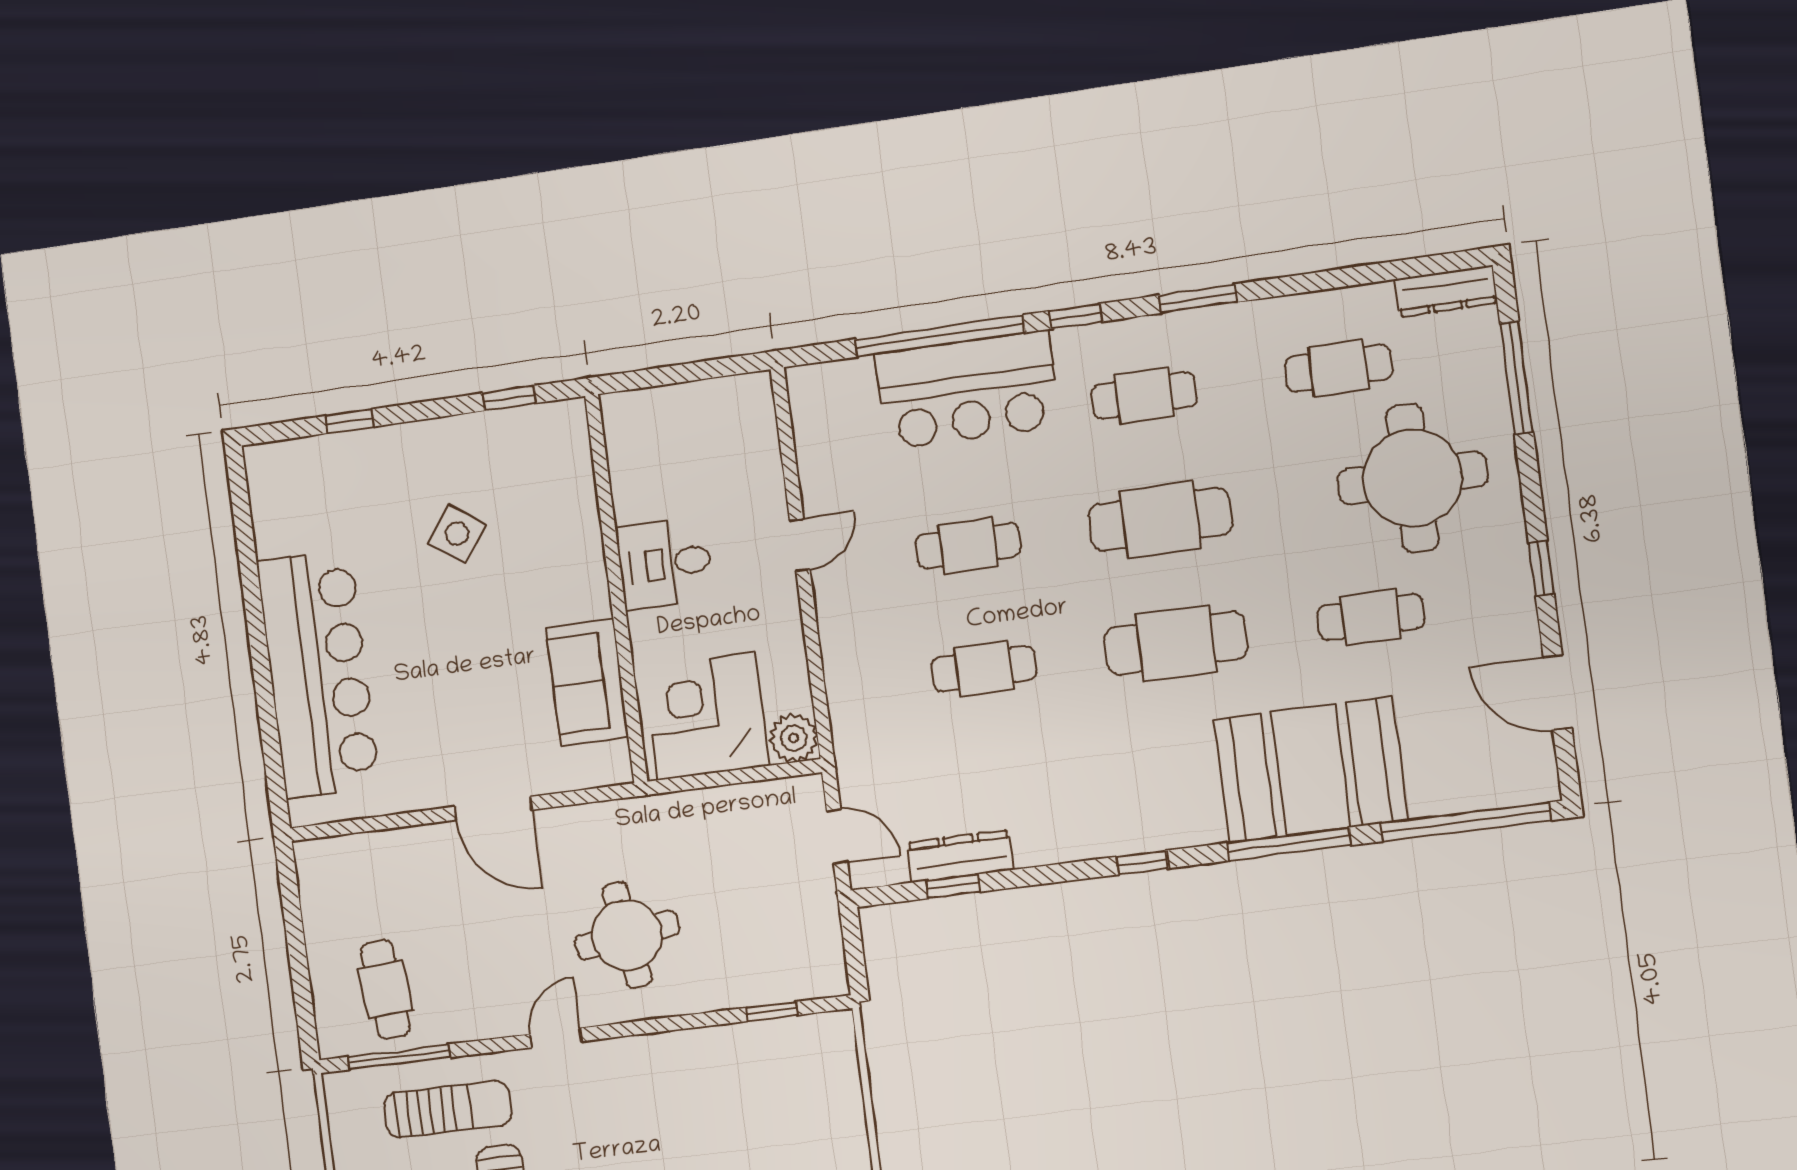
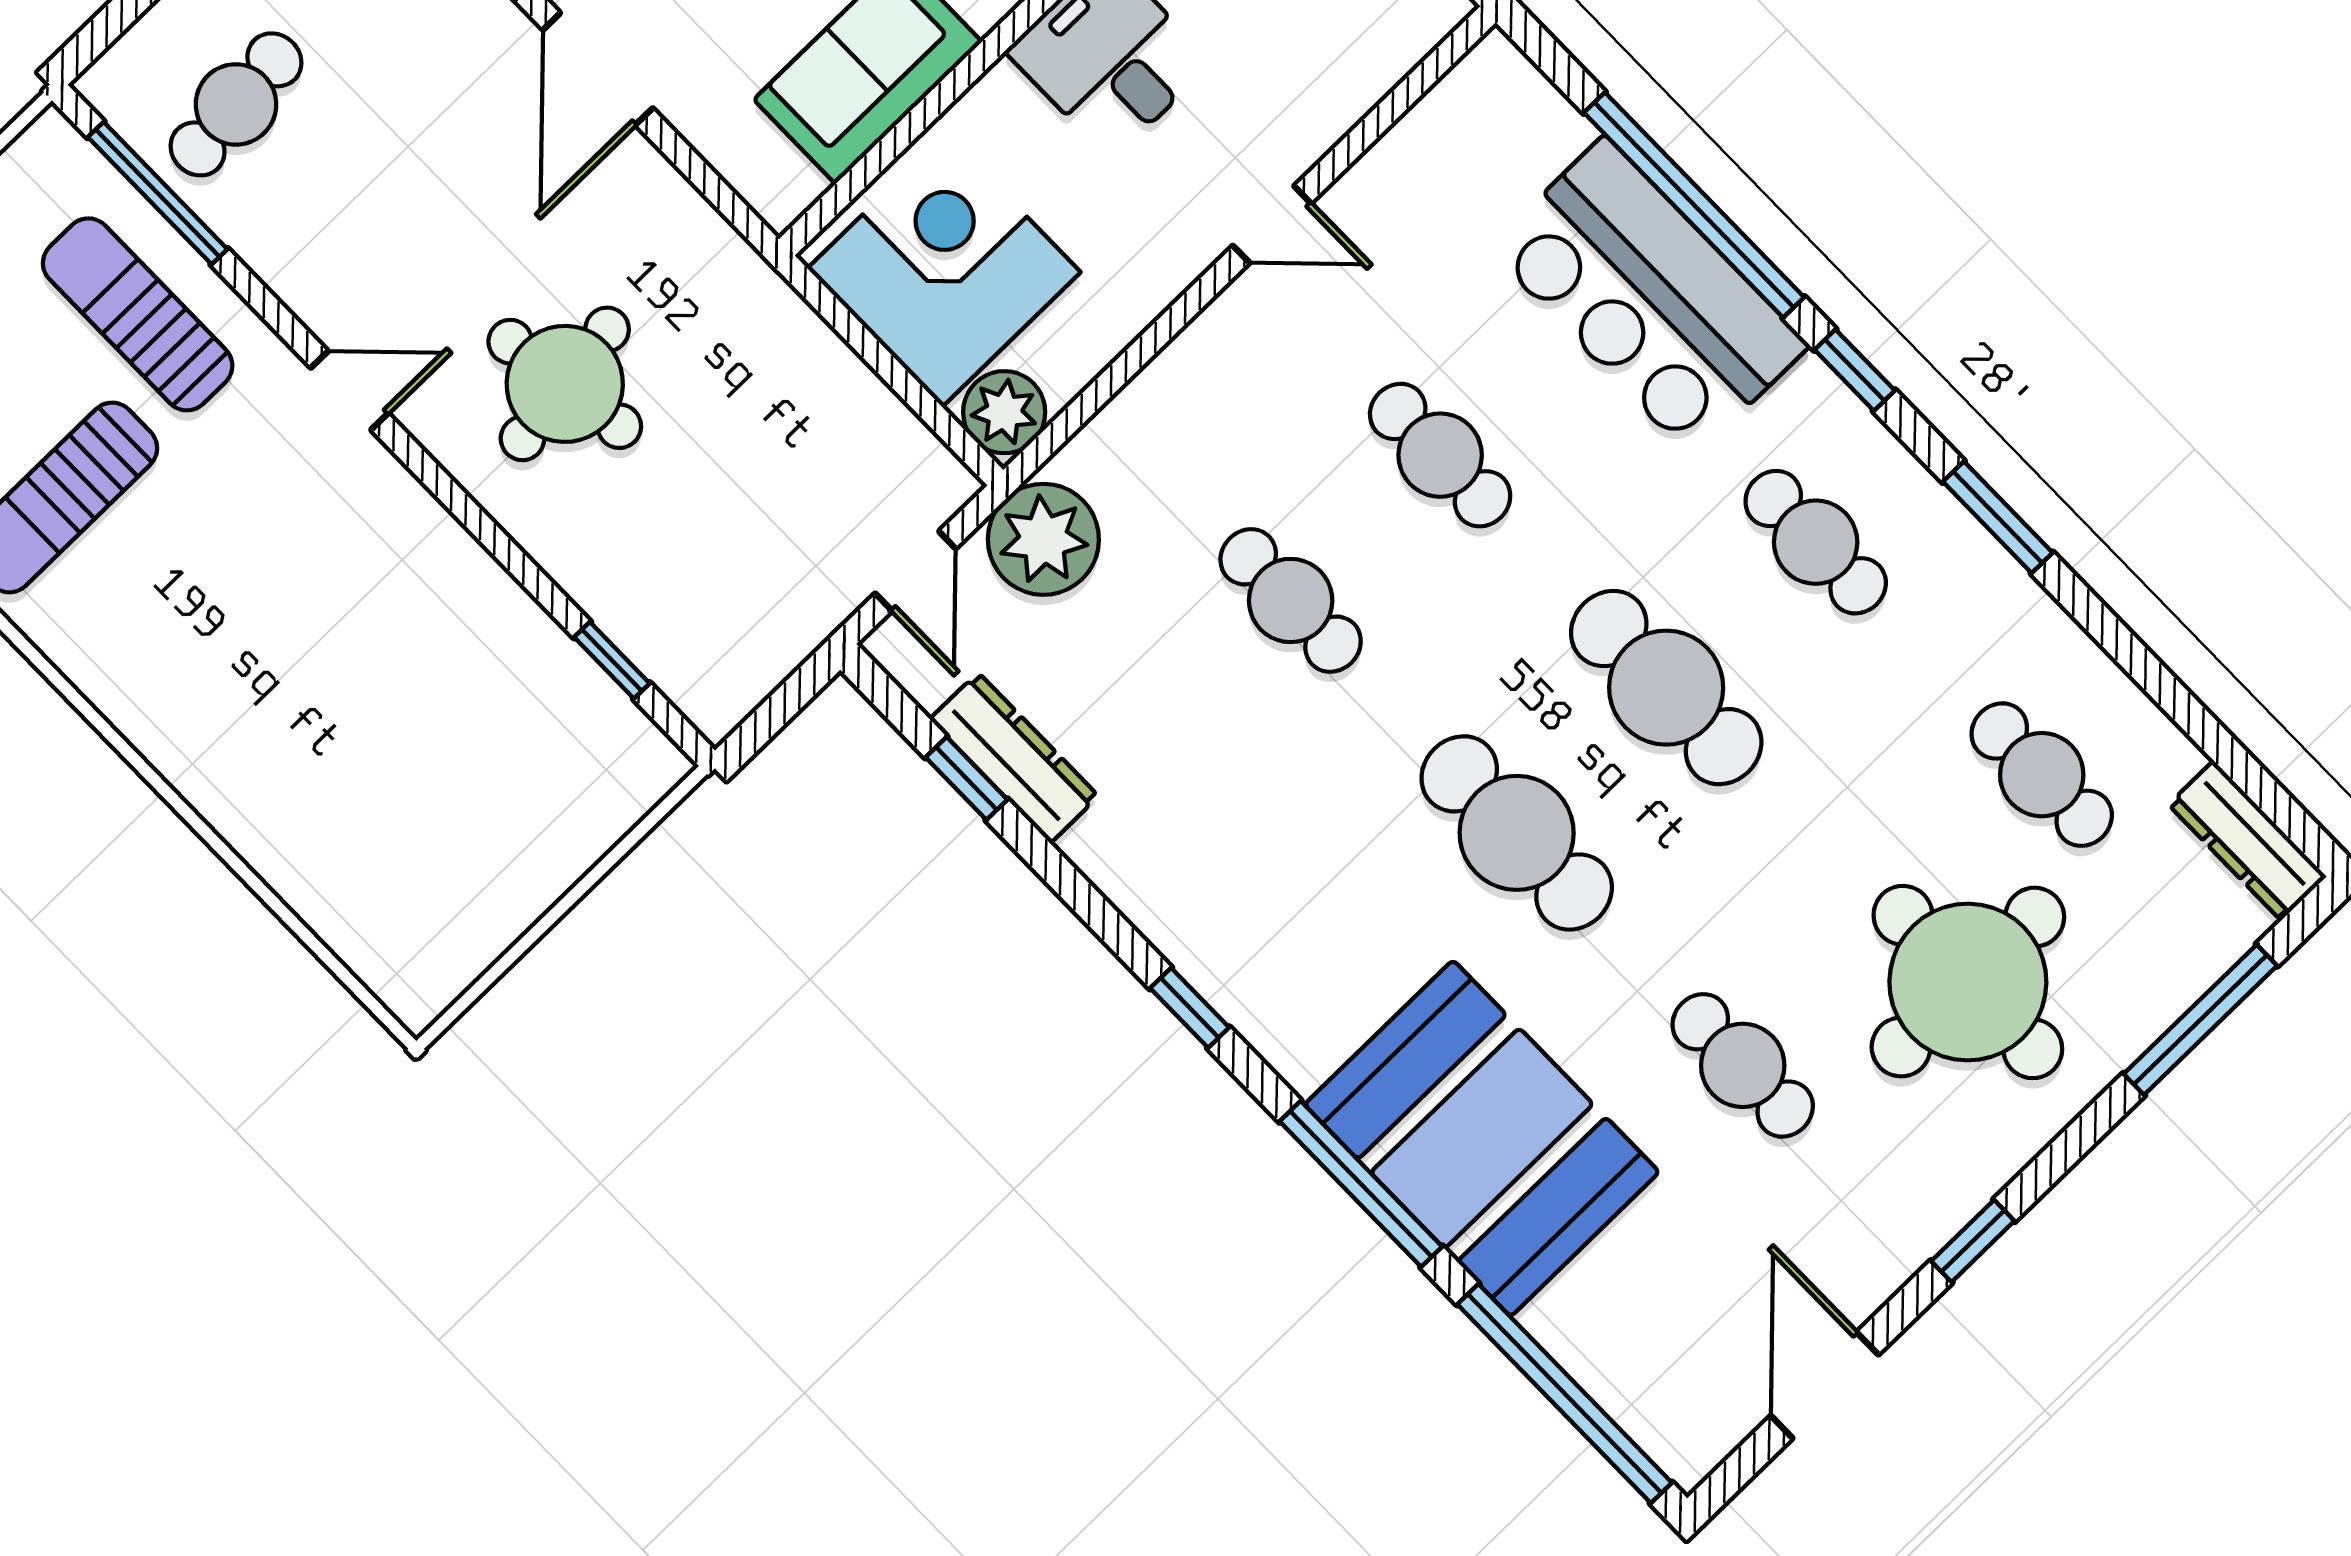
plant: (867, 765) -> (1043, 539), added
sun lounger: (448, 1109) -> (138, 314), turned 180

